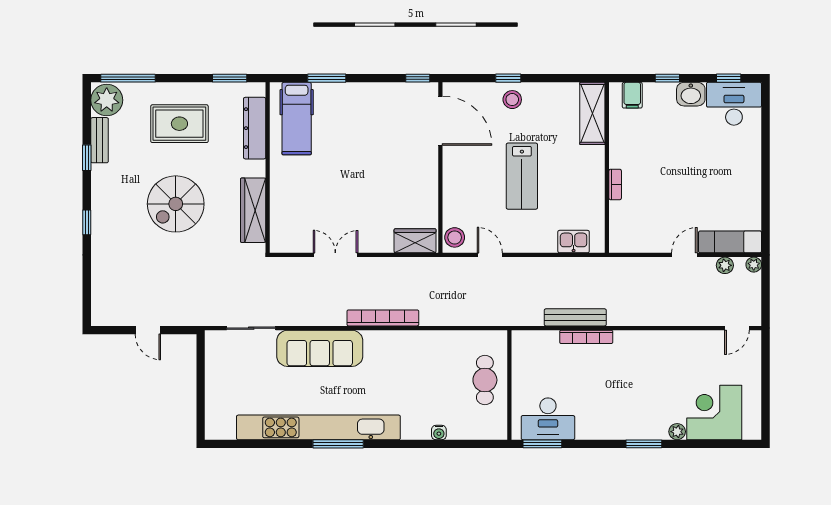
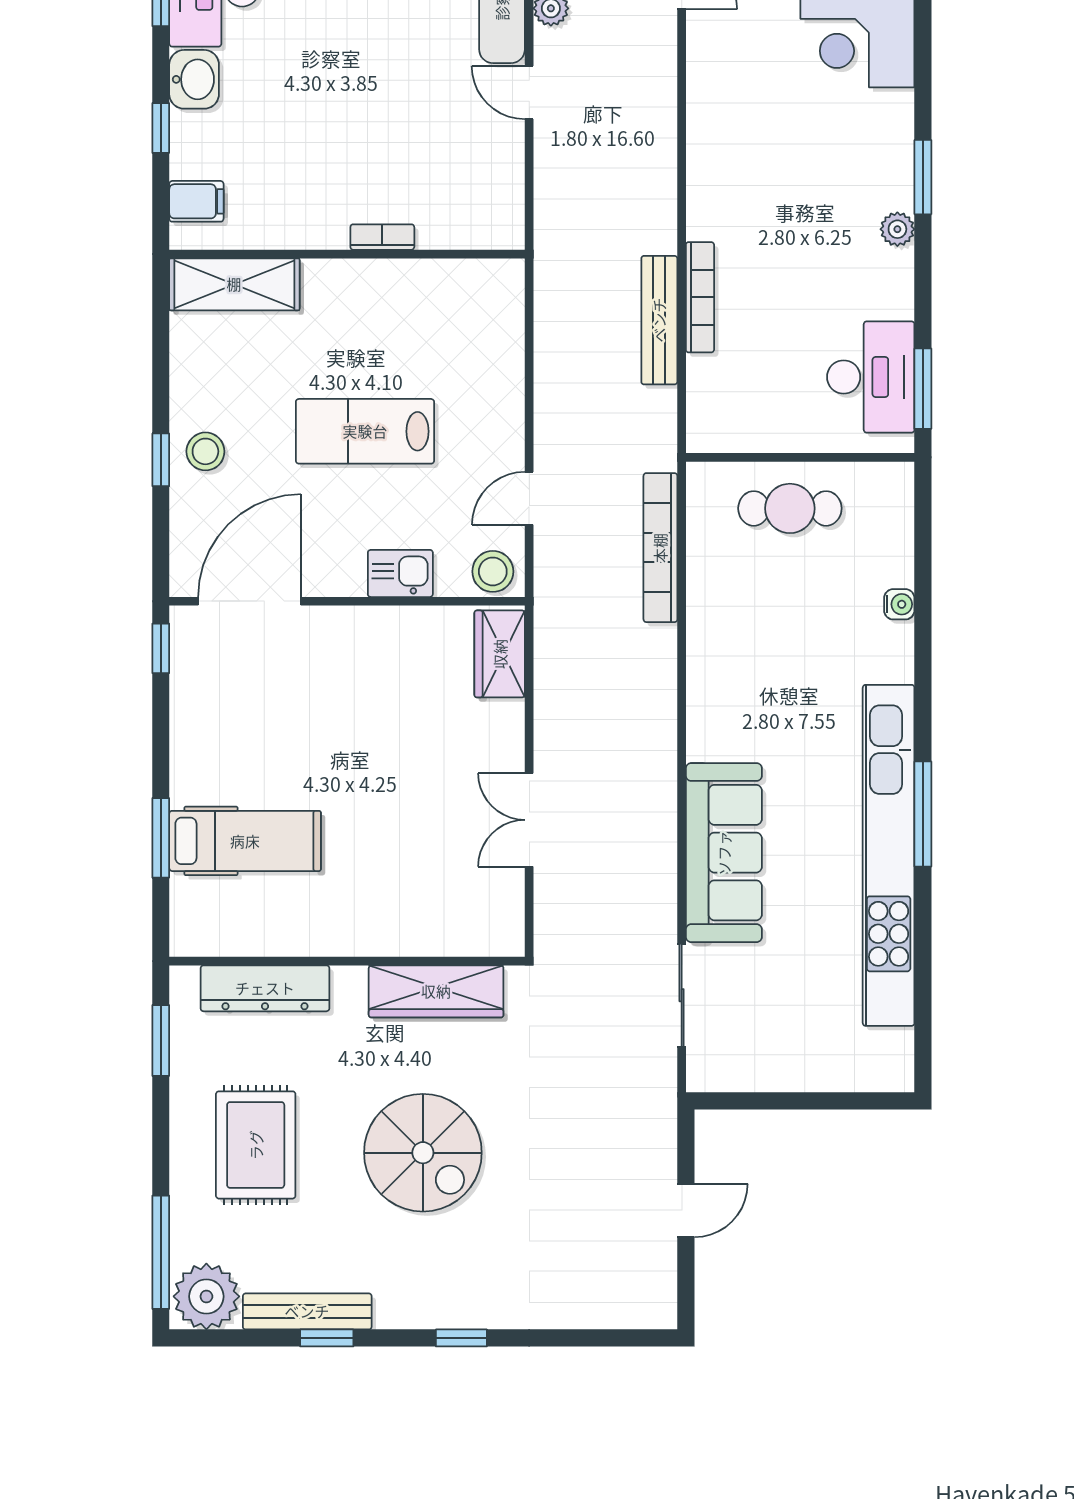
hospital bed: (297, 119) -> (245, 841), moved
bench: (100, 140) -> (307, 1311), width x1.36
lab bench: (522, 176) -> (365, 431), turned 180
kitchen sink: (574, 242) -> (400, 573), moved, turned 90
bookcase: (383, 318) -> (660, 548), moved
plant: (677, 432) -> (897, 229), moved

